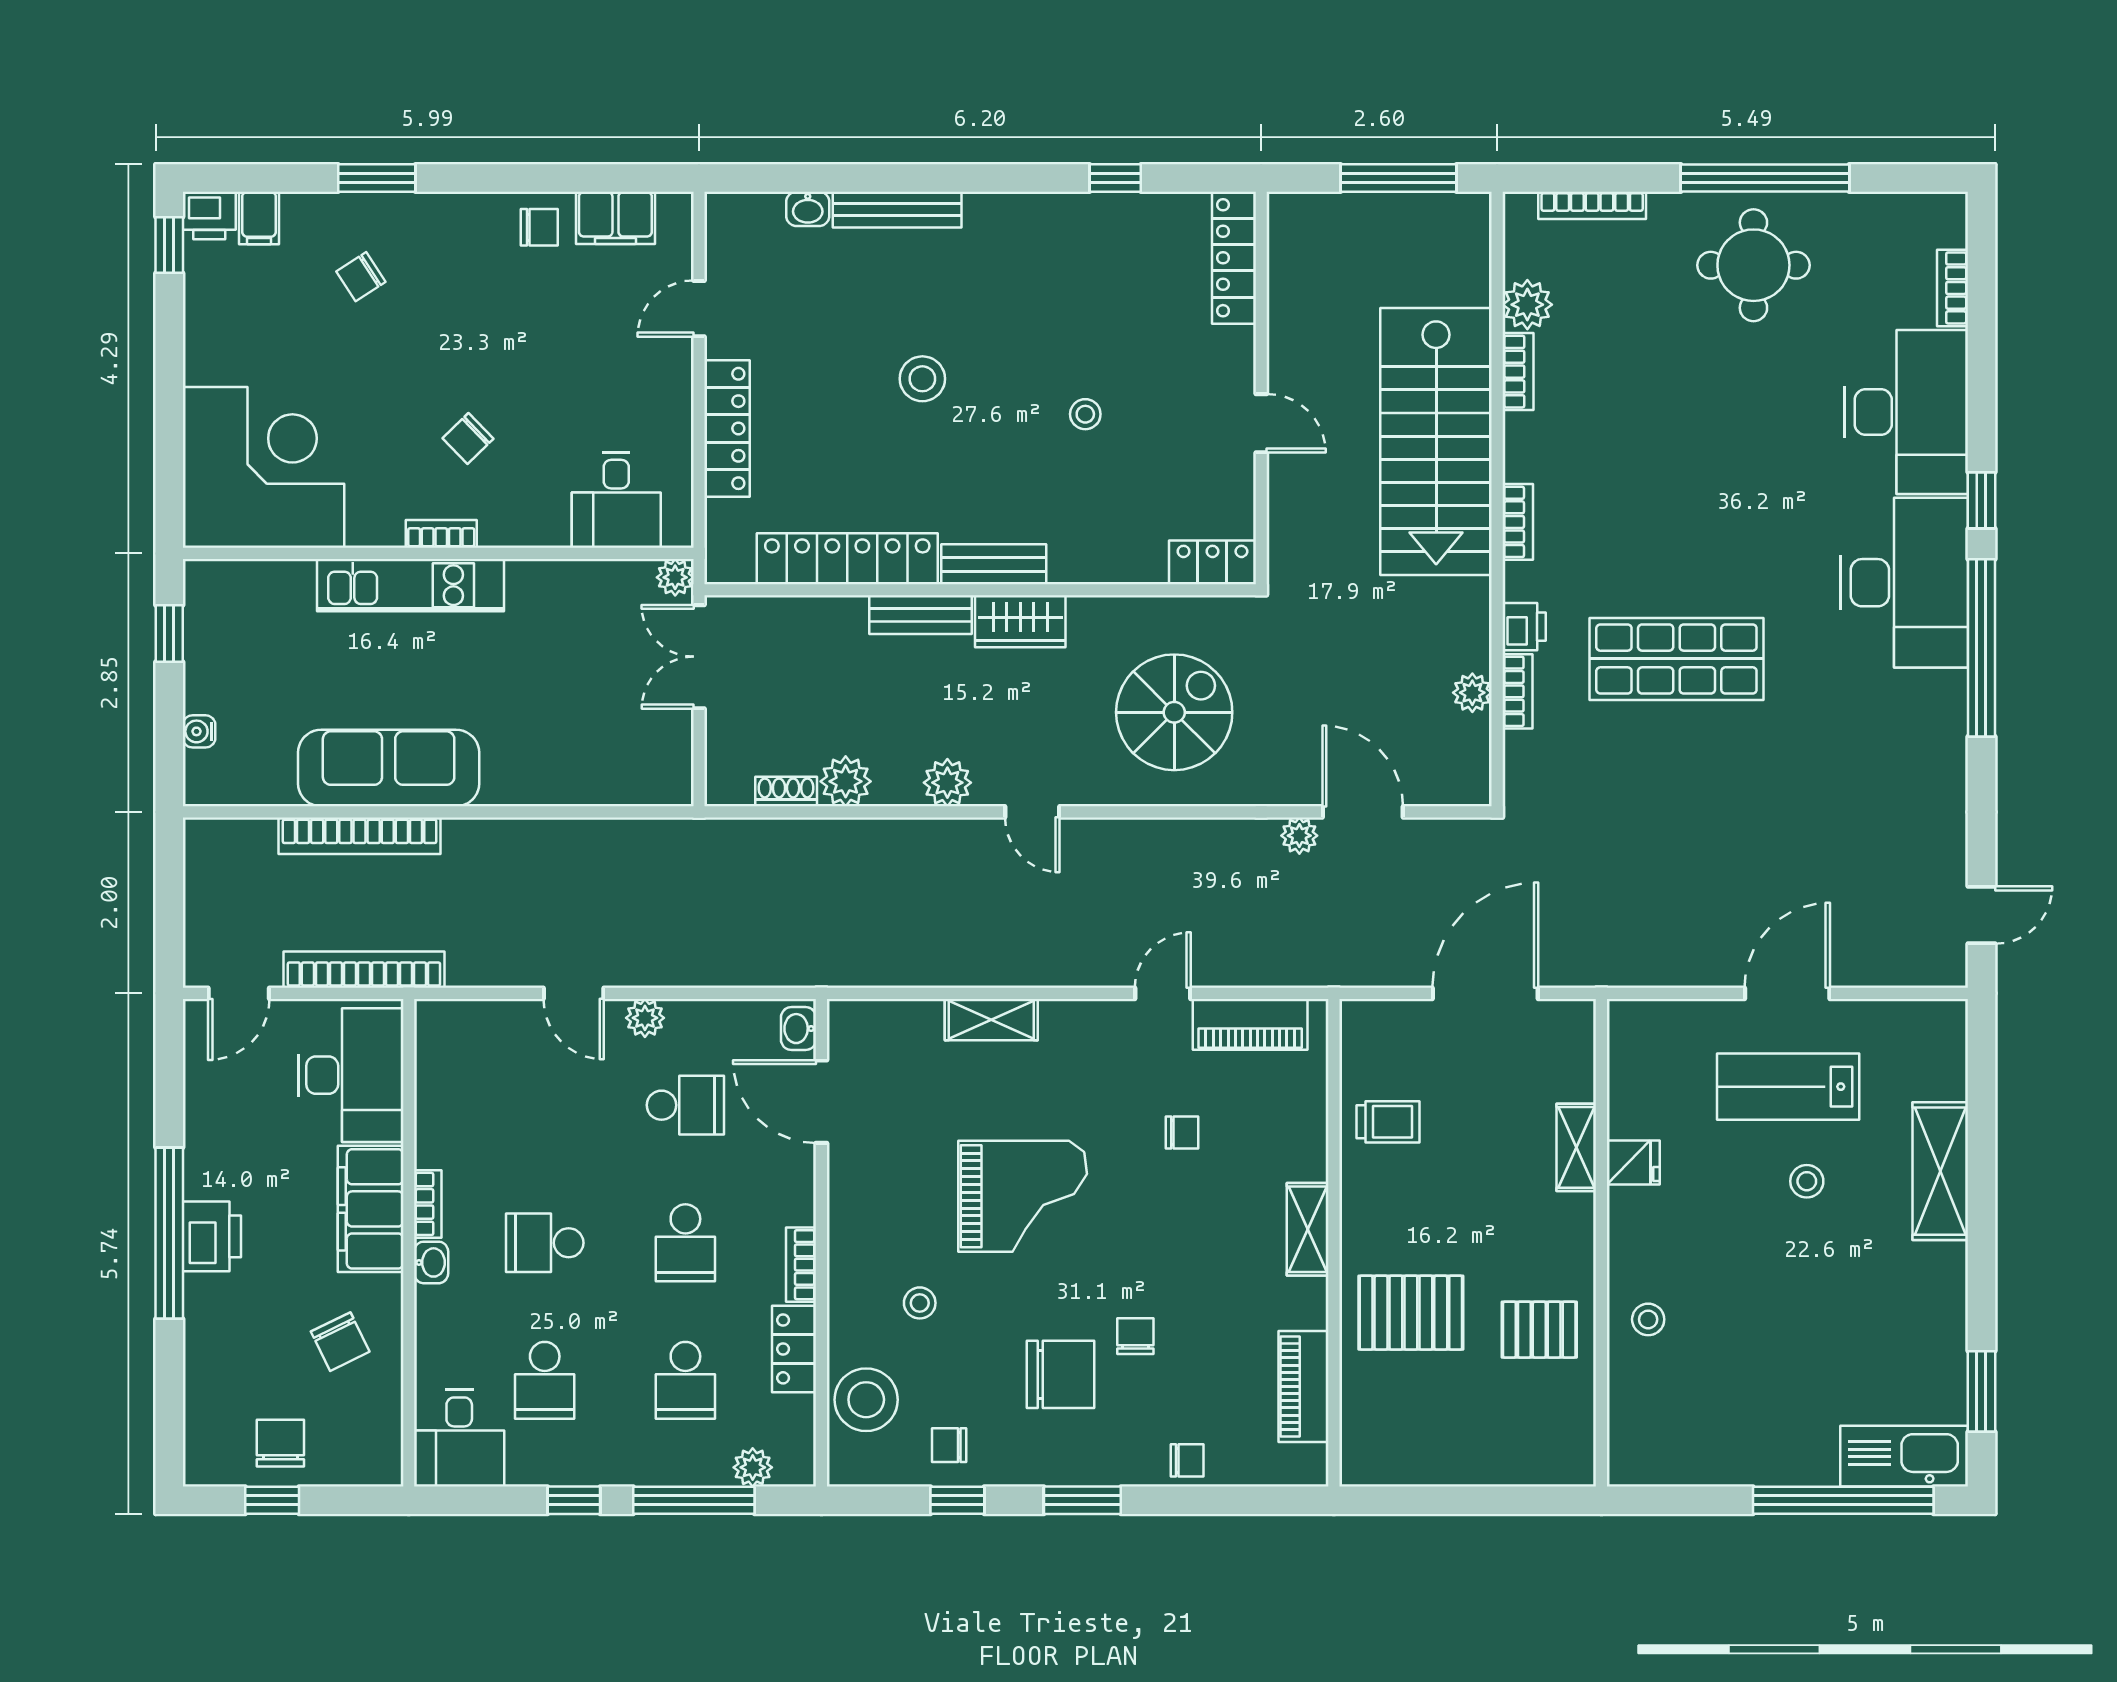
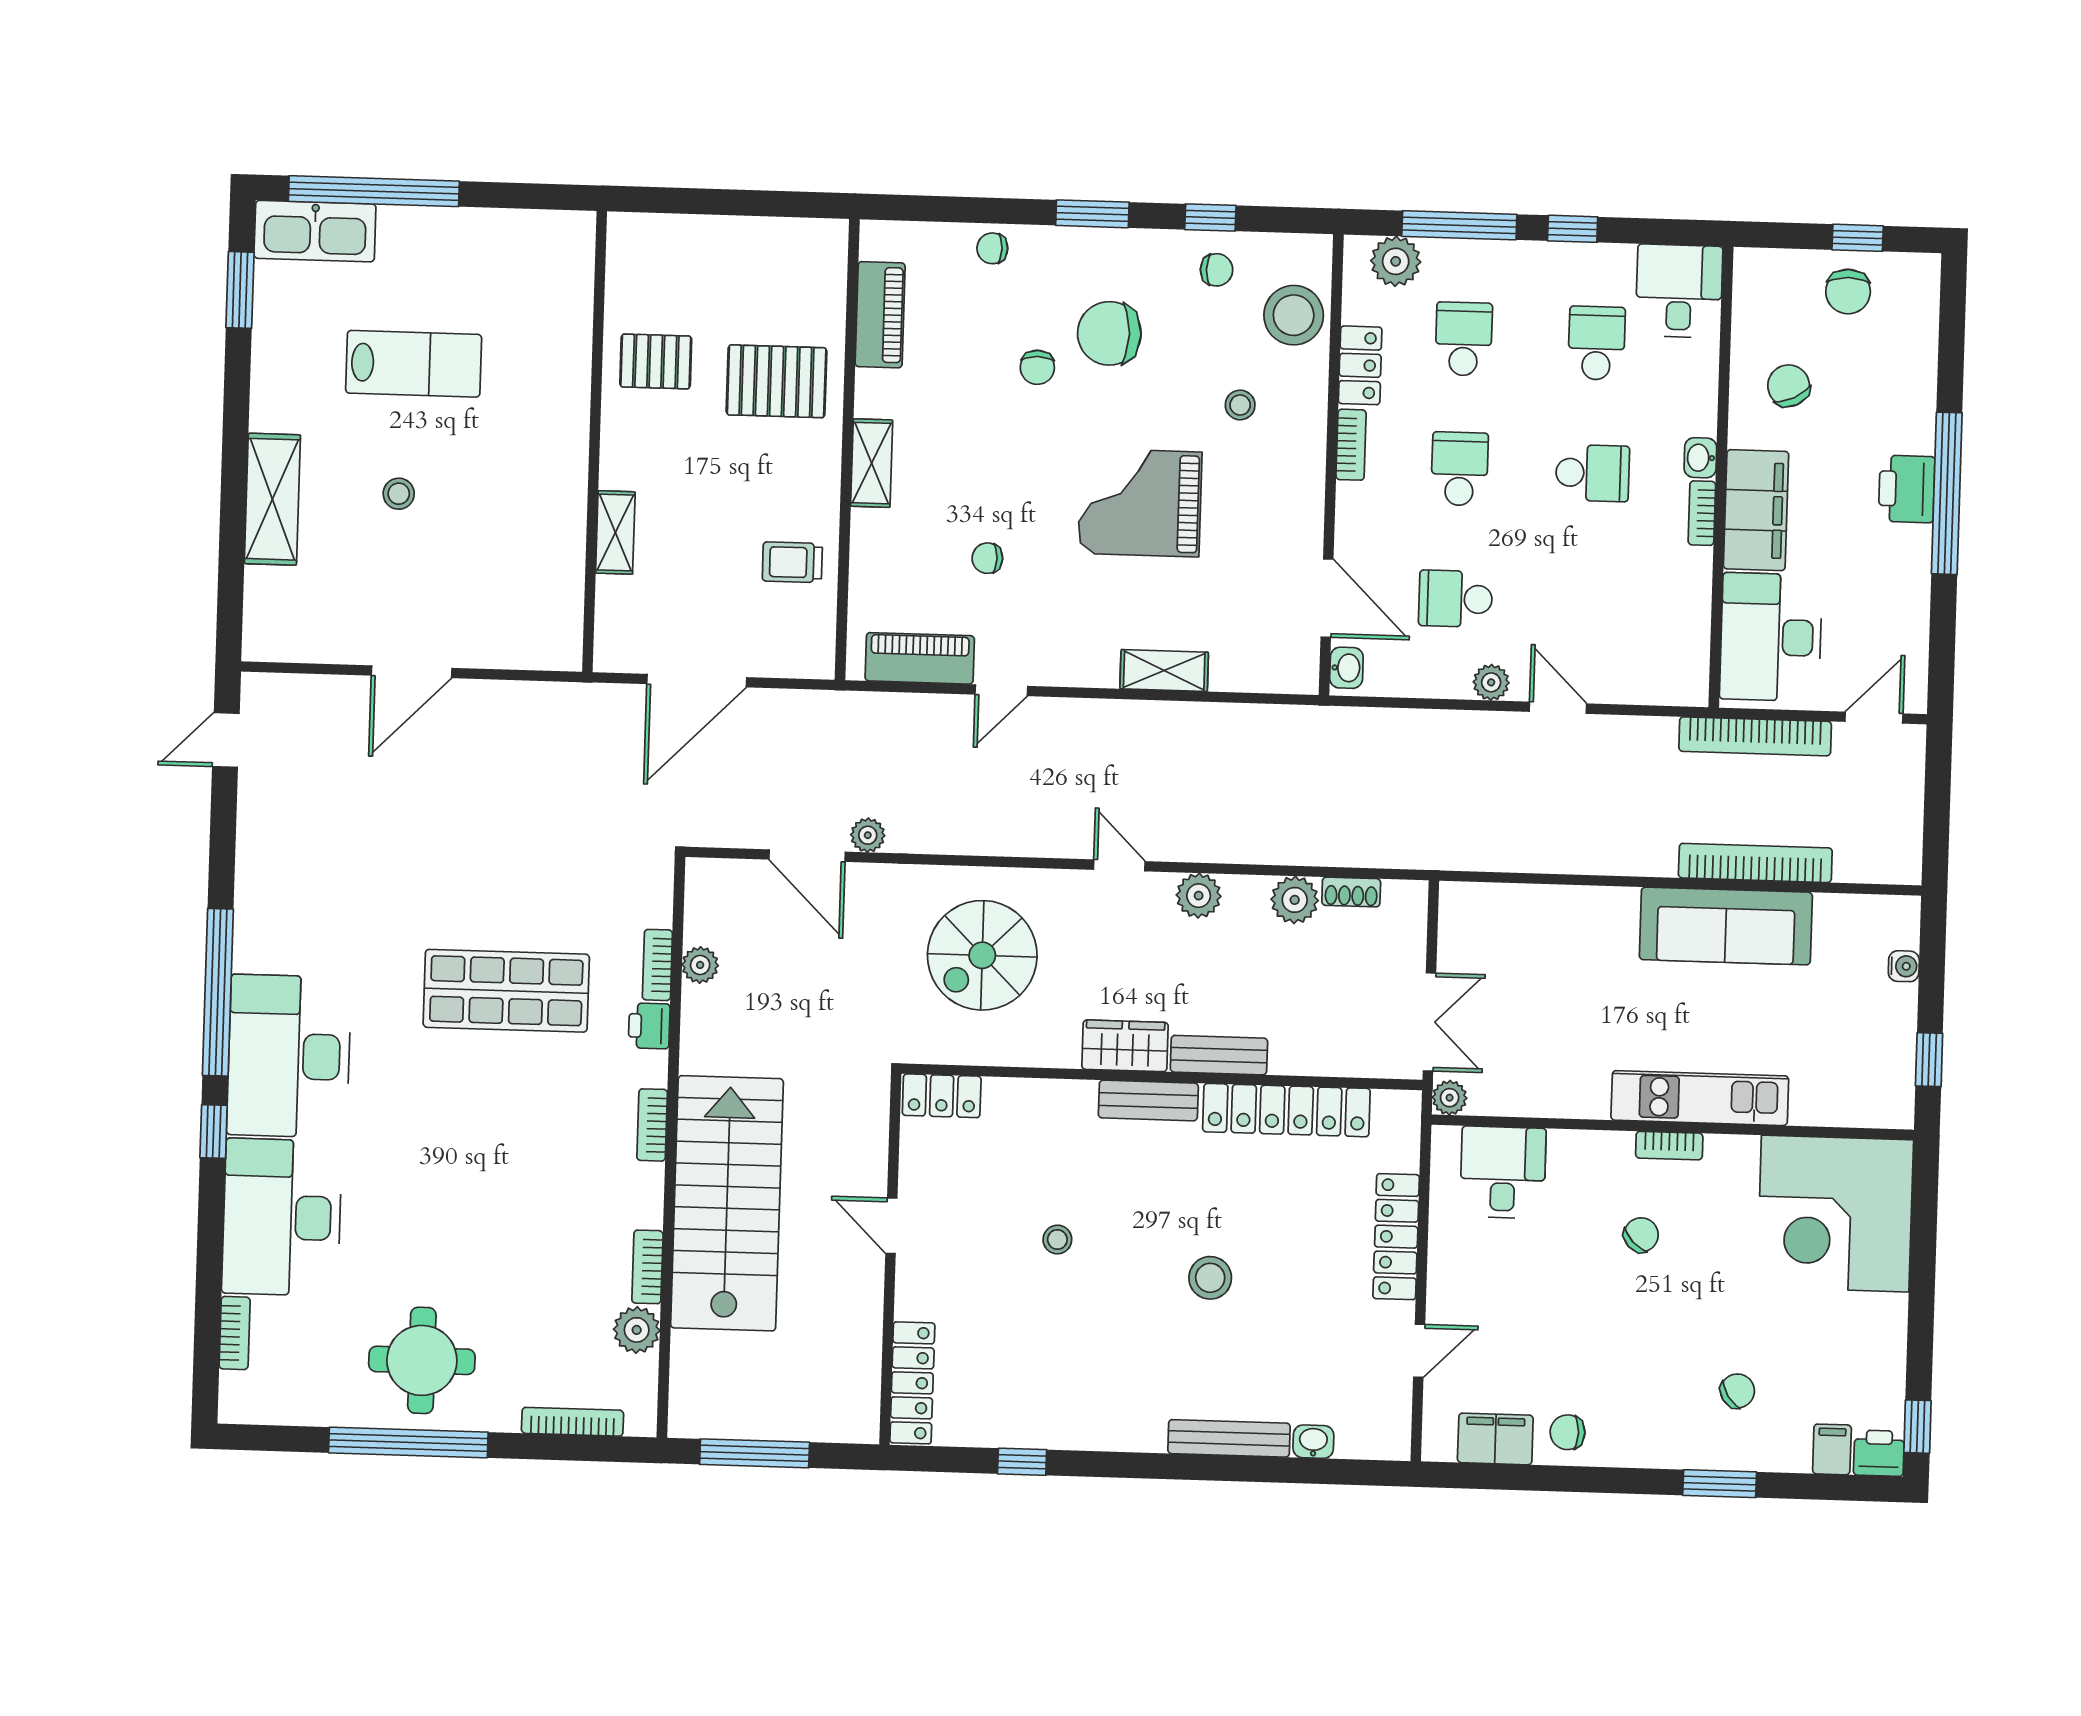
lab bench: (1788, 1087) -> (414, 364), moved
fridge: (1633, 1163) -> (562, 516), removed
stool: (1648, 1319) -> (553, 368), removed
plant: (753, 1467) -> (1396, 261), width x1.38, depth x1.38

